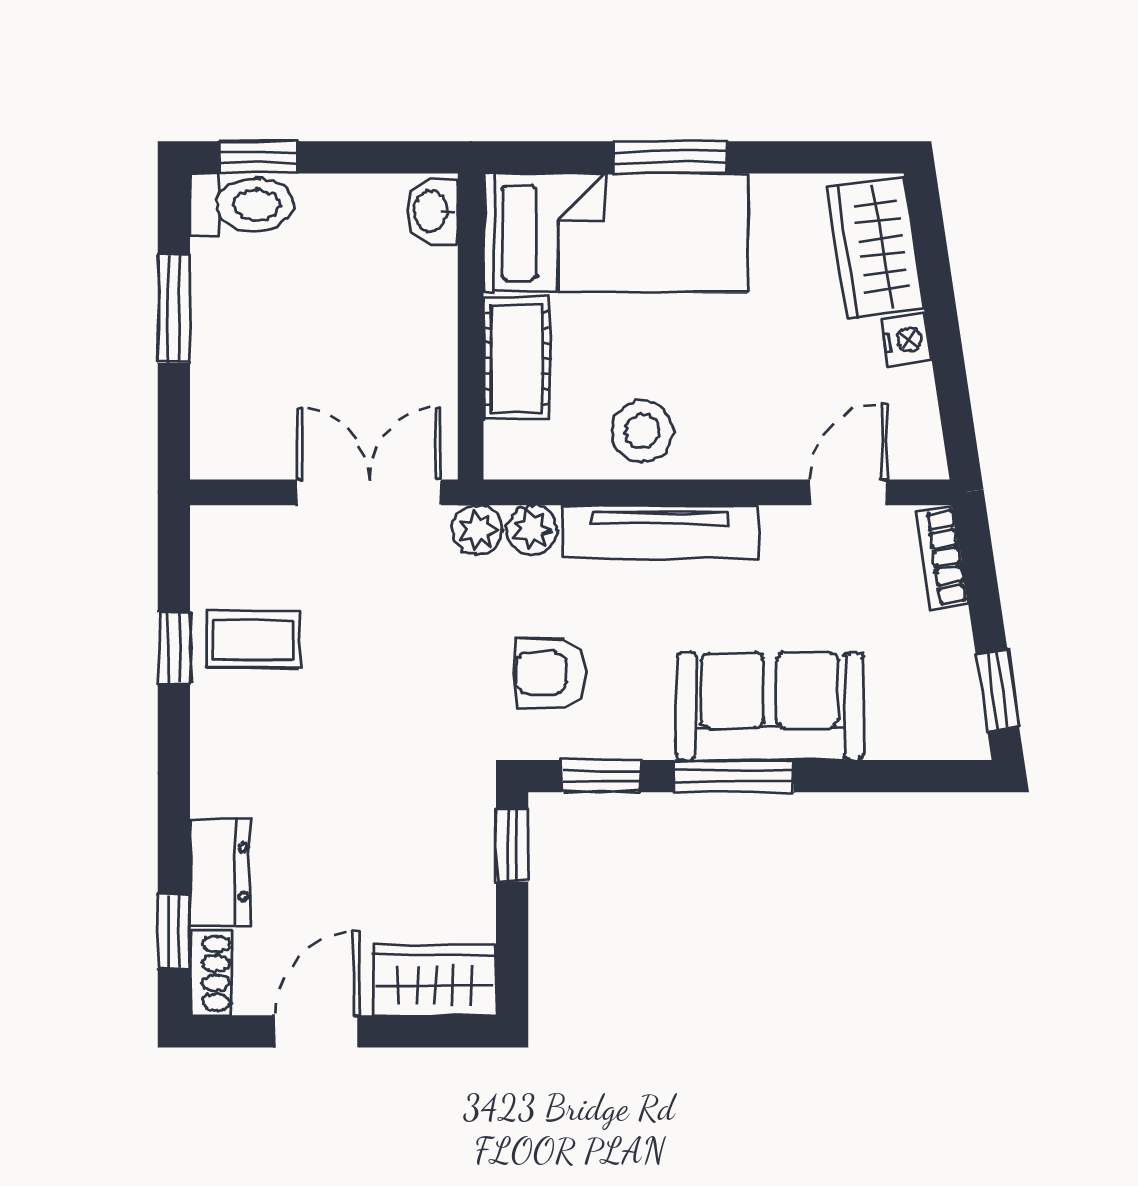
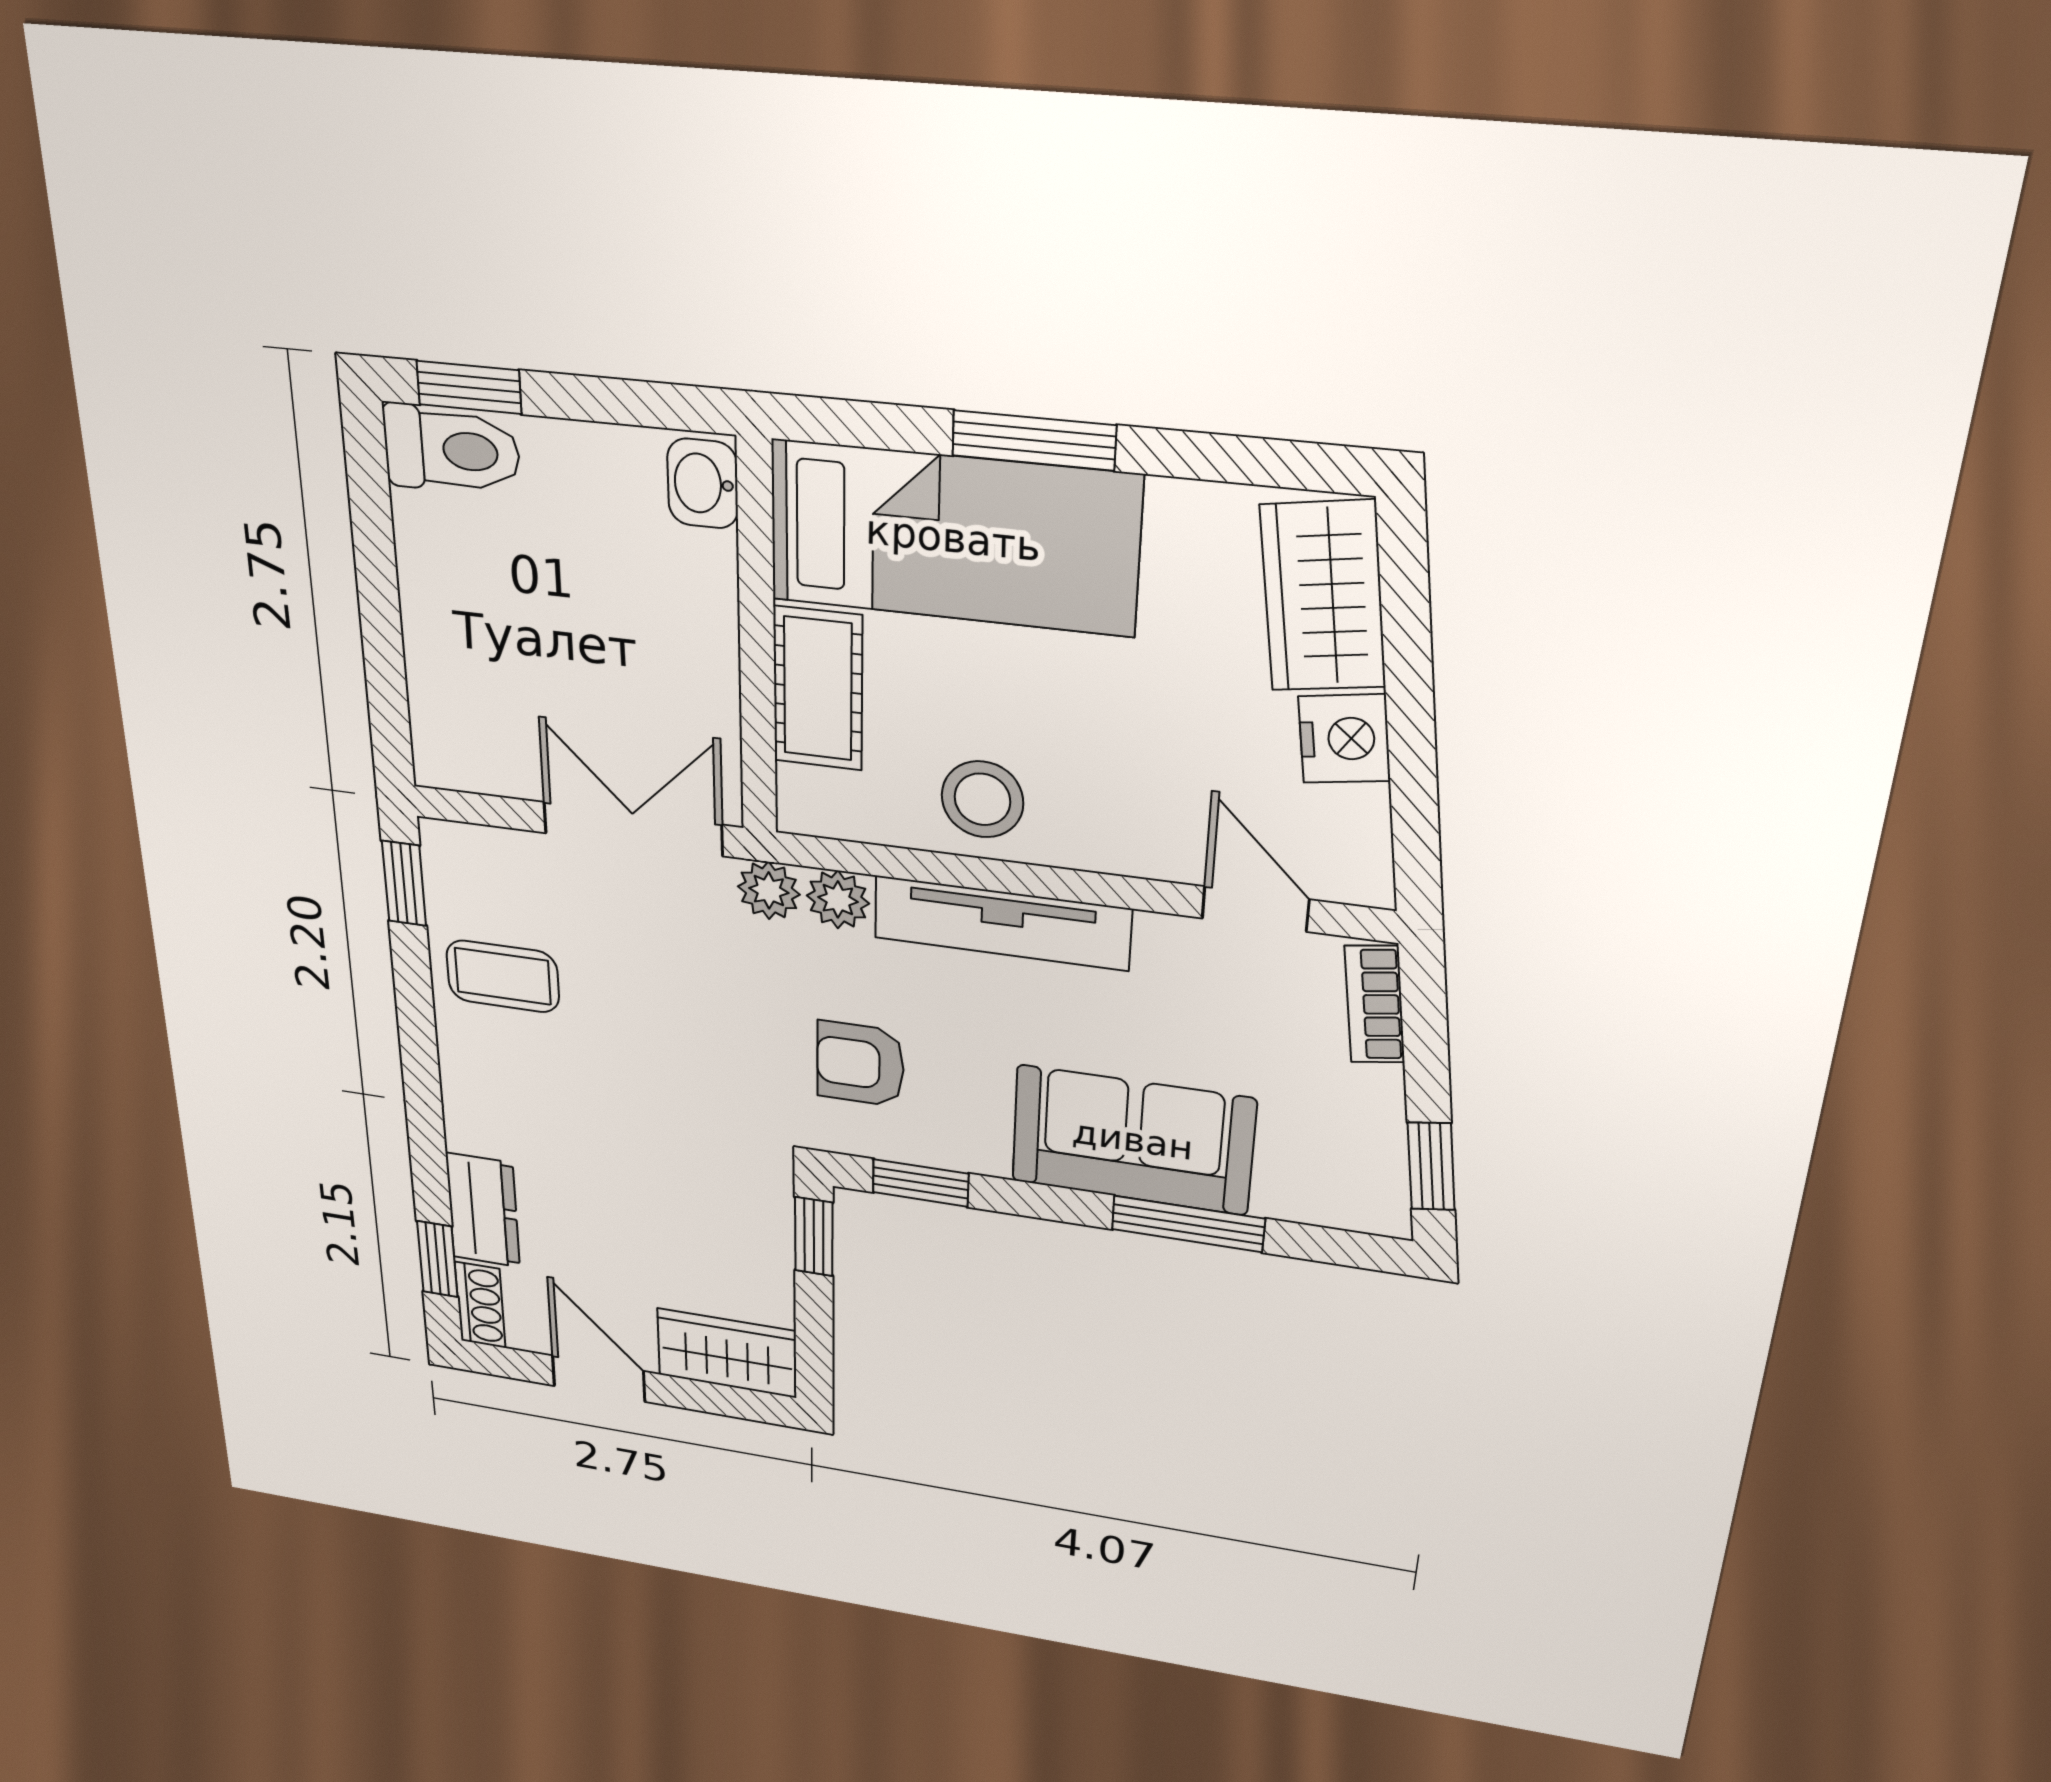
window: (174, 309) -> (377, 576), removed
nightstand: (906, 340) -> (1344, 739), width x1.39, depth x1.35
door: (848, 492) -> (1255, 909), hinge flipped
window: (174, 648) -> (404, 883), moved
window: (734, 776) -> (1188, 1224), moved
door: (317, 1031) -> (599, 1379), hinge flipped

